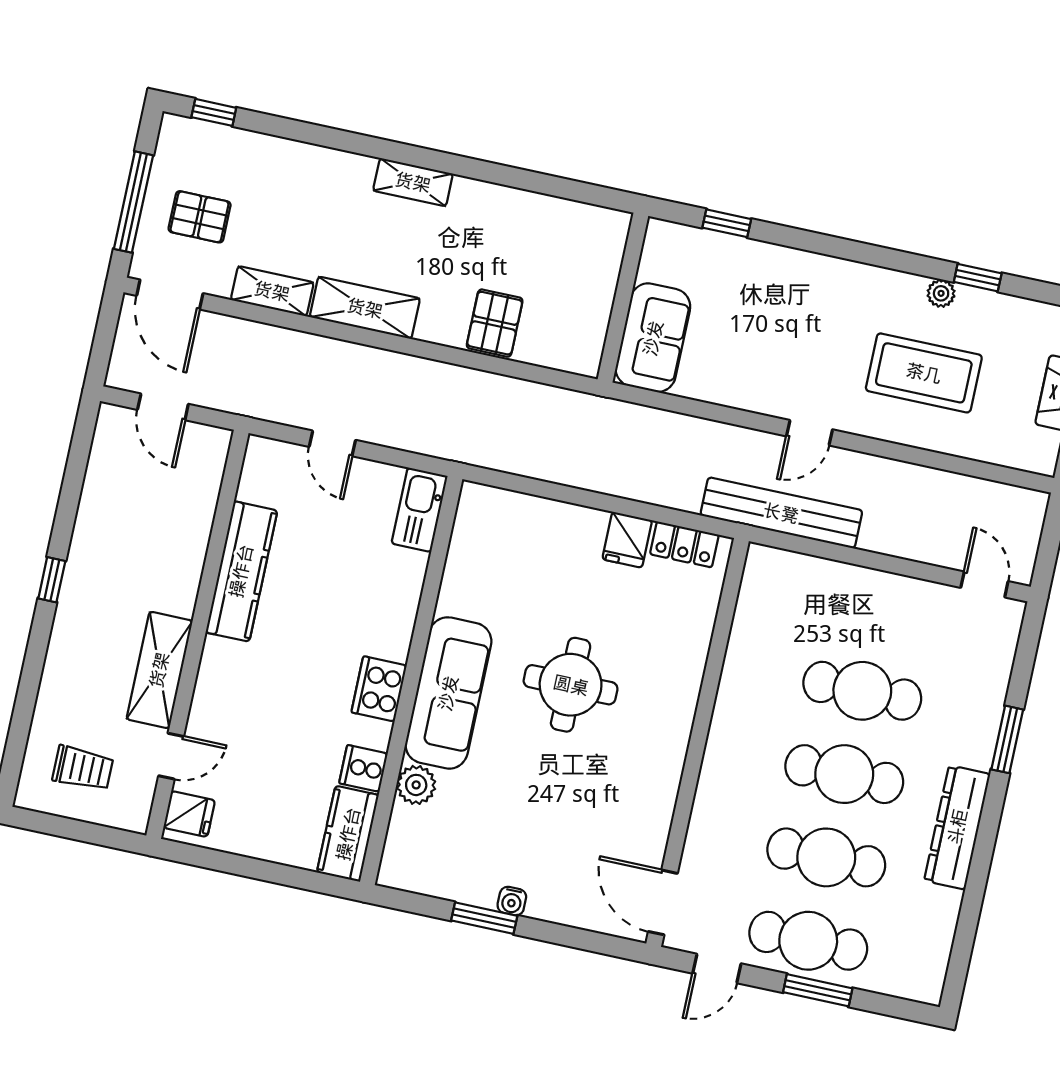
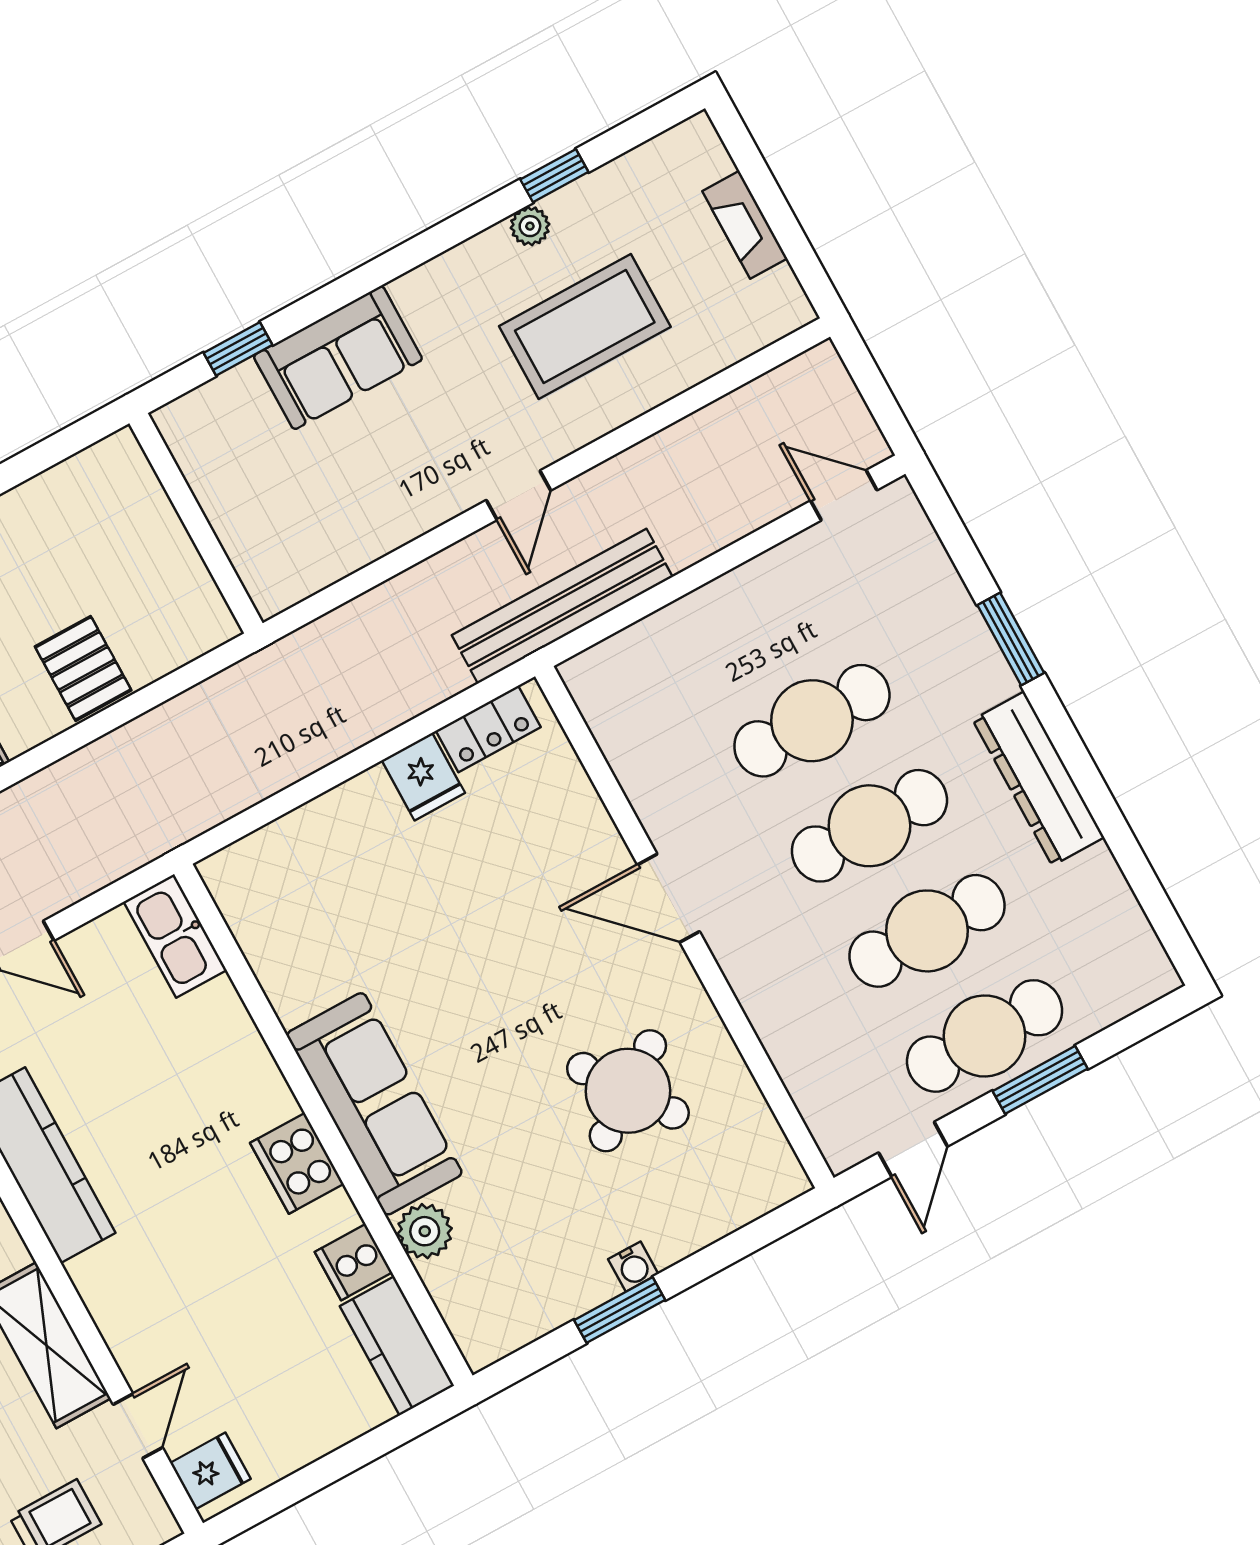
sofa: (653, 338) -> (338, 358), moved, turned 90
round table: (571, 685) -> (628, 1091), moved, turned -35
door: (663, 902) -> (669, 898), moved

